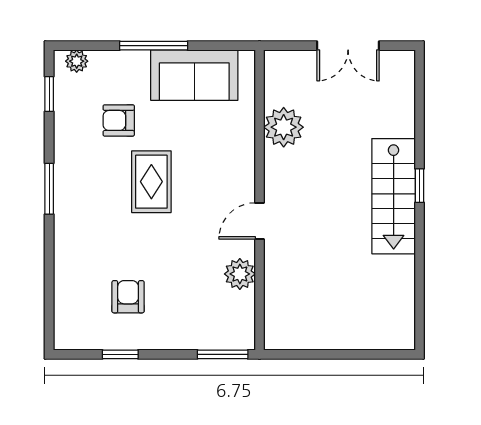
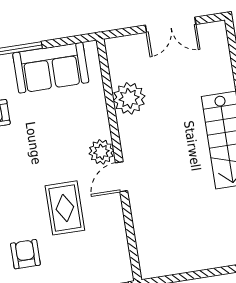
rug: (151, 182) -> (65, 208), moved
plant: (240, 274) -> (101, 152), moved

